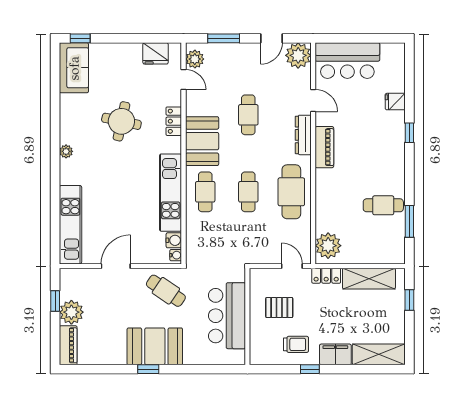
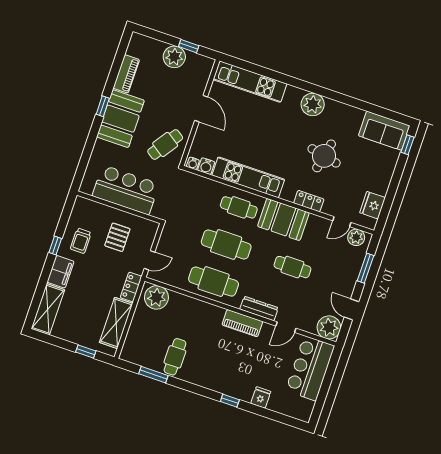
plant: (66, 151) -> (313, 104), width x1.88, depth x1.88
cafe table: (248, 192) -> (226, 244), width x1.37, depth x1.35
piano: (68, 345) -> (126, 74), moved, turned -90

